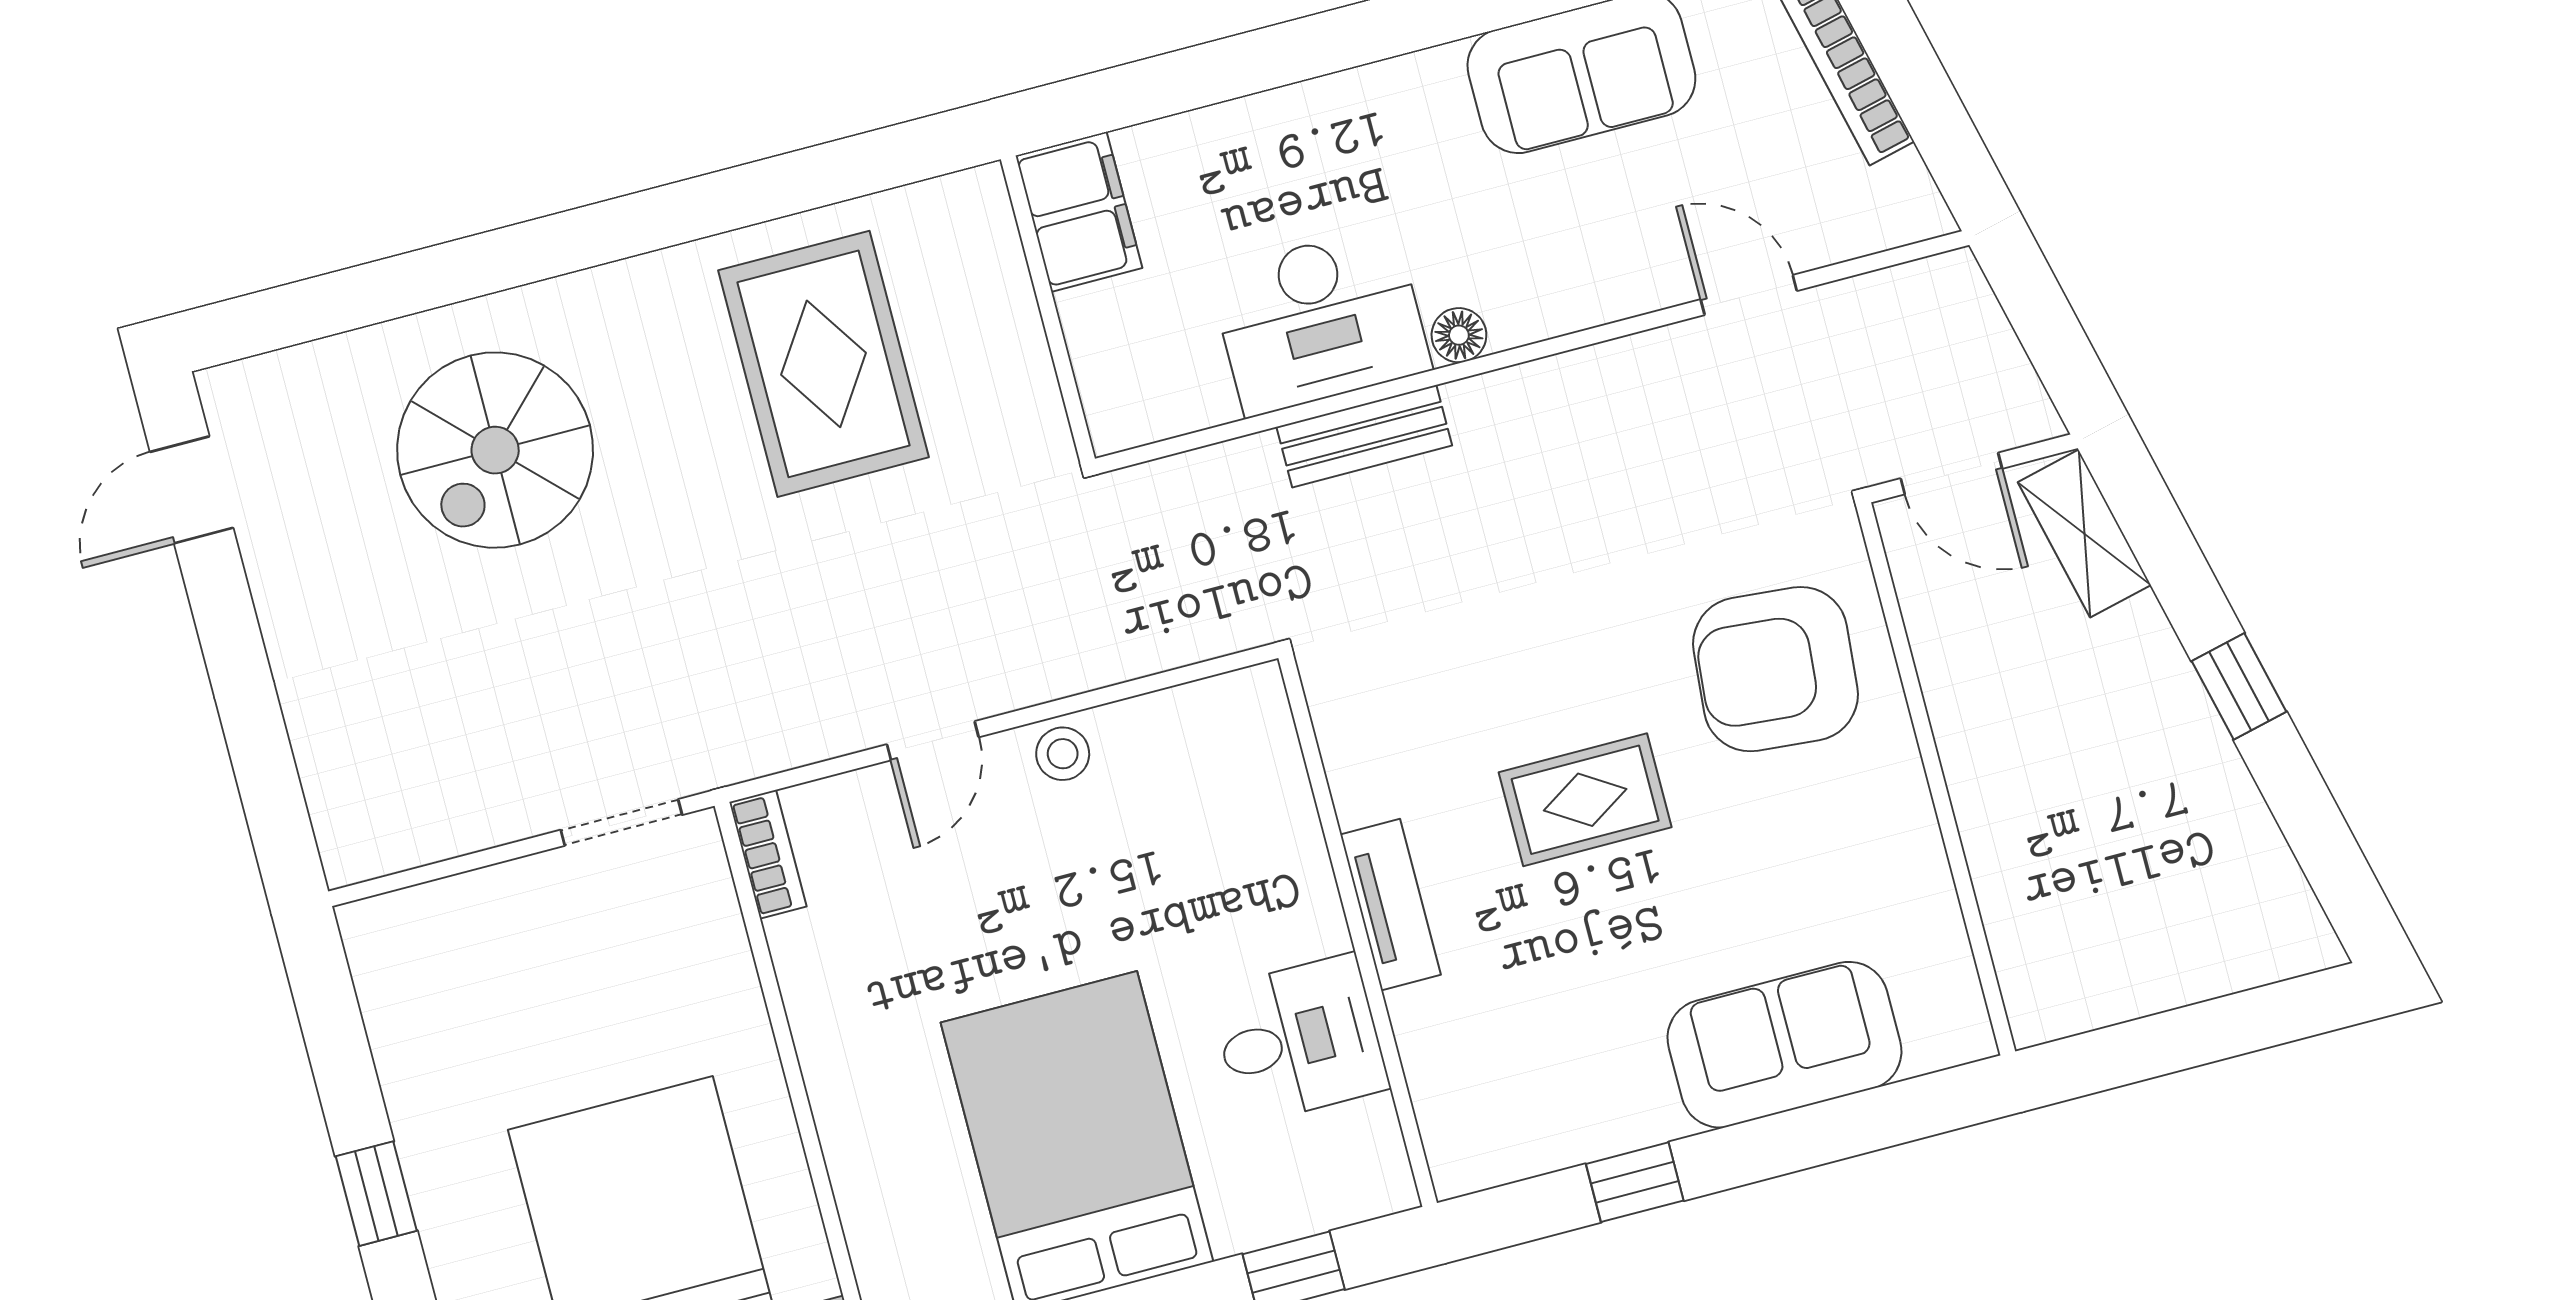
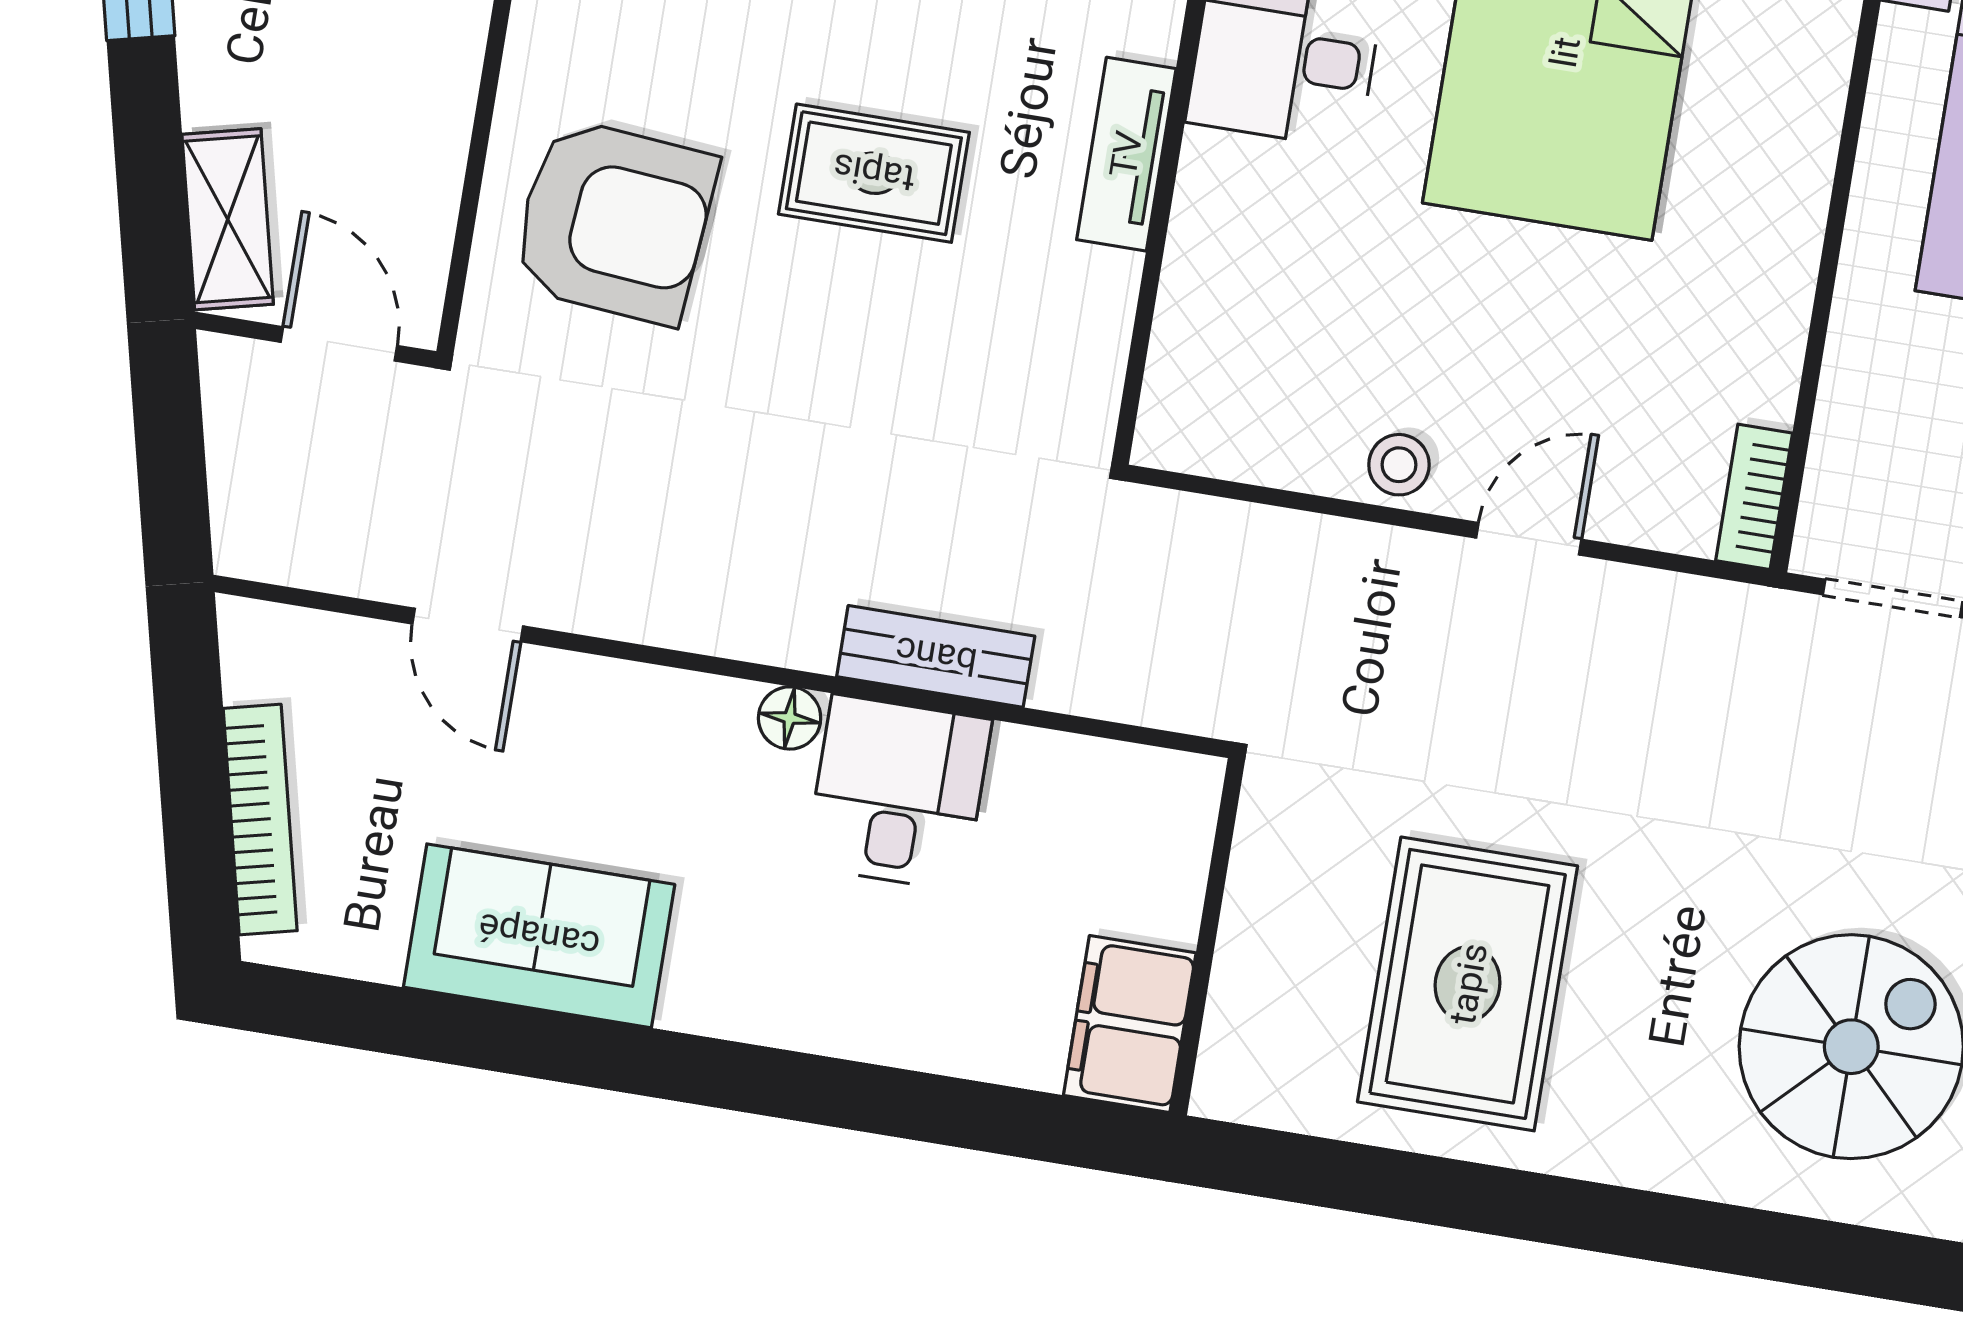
desk: (1320, 321) -> (898, 793), width x0.73

